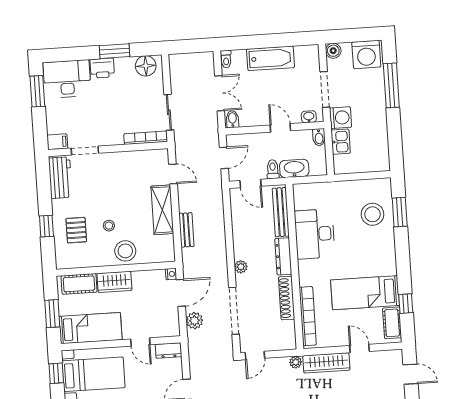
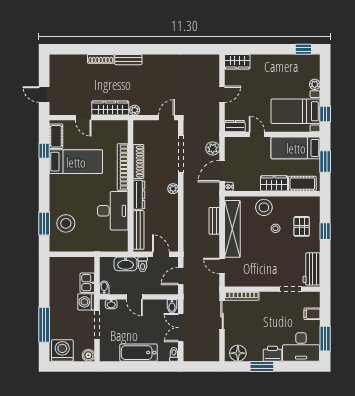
filing cabinet: (57, 142) -> (312, 314), moved
shelving: (162, 210) -> (232, 229), width x1.47
bookcase: (308, 316) -> (123, 167), moved

